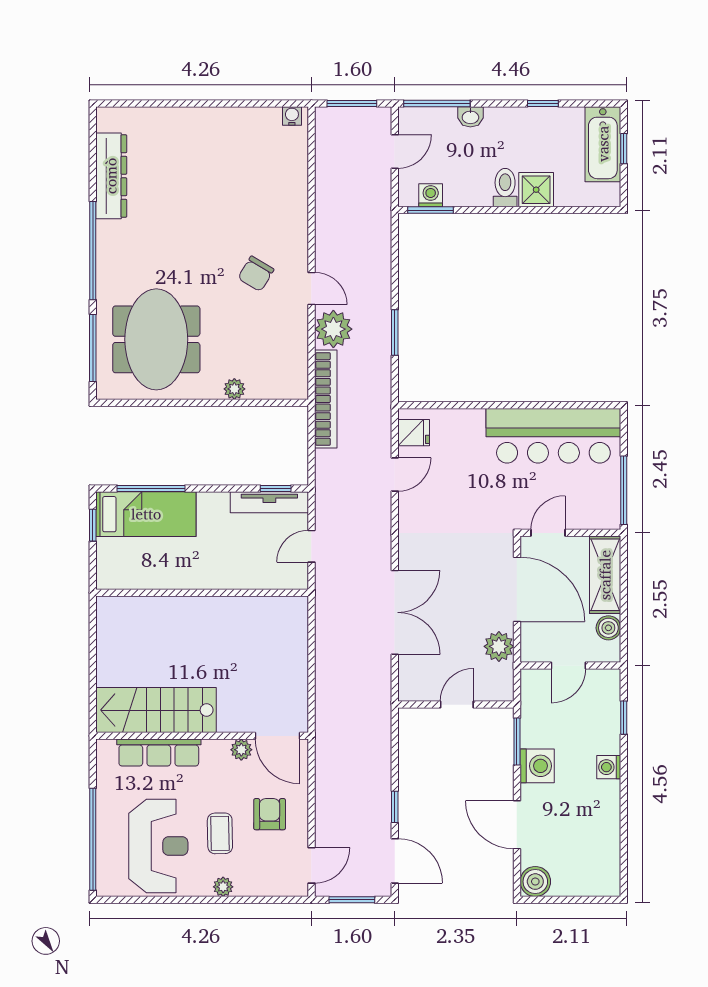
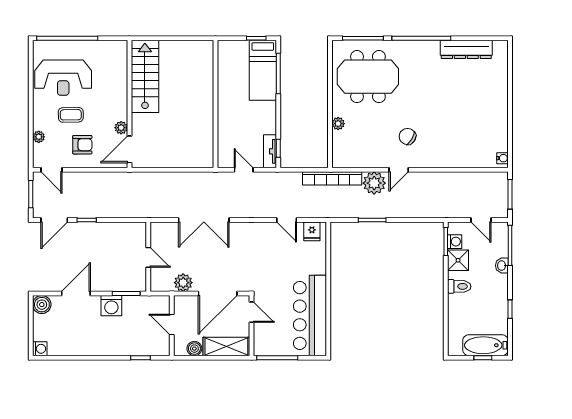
shower: (536, 190) -> (458, 260), moved
tv unit: (269, 502) -> (270, 151), width x0.71
row of seats: (159, 753) -> (119, 78), removed
washing machine: (609, 767) -> (40, 349), moved, turned 90
plant: (223, 887) -> (39, 137), moved

